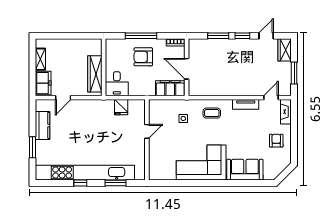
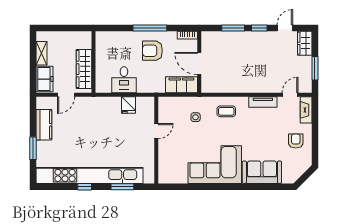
wall: (104, 67) -> (93, 62), moved
wardrobe: (95, 74) -> (84, 69), moved

